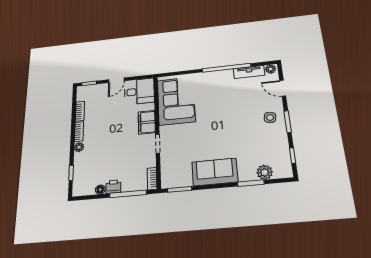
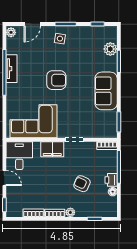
tv unit: (249, 72) -> (12, 69), moved
armchair: (223, 119) -> (56, 80), added
armchair: (110, 156) -> (82, 184), added

